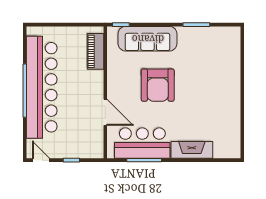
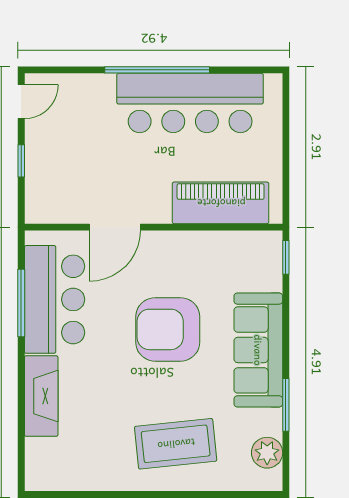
plant: (221, 34) -> (267, 453), added
sofa: (148, 39) -> (258, 350), moved
piano: (95, 51) -> (221, 203), width x1.37, depth x1.33
coffee table: (216, 81) -> (176, 444), added
bar counter: (42, 87) -> (190, 103), width x0.73

